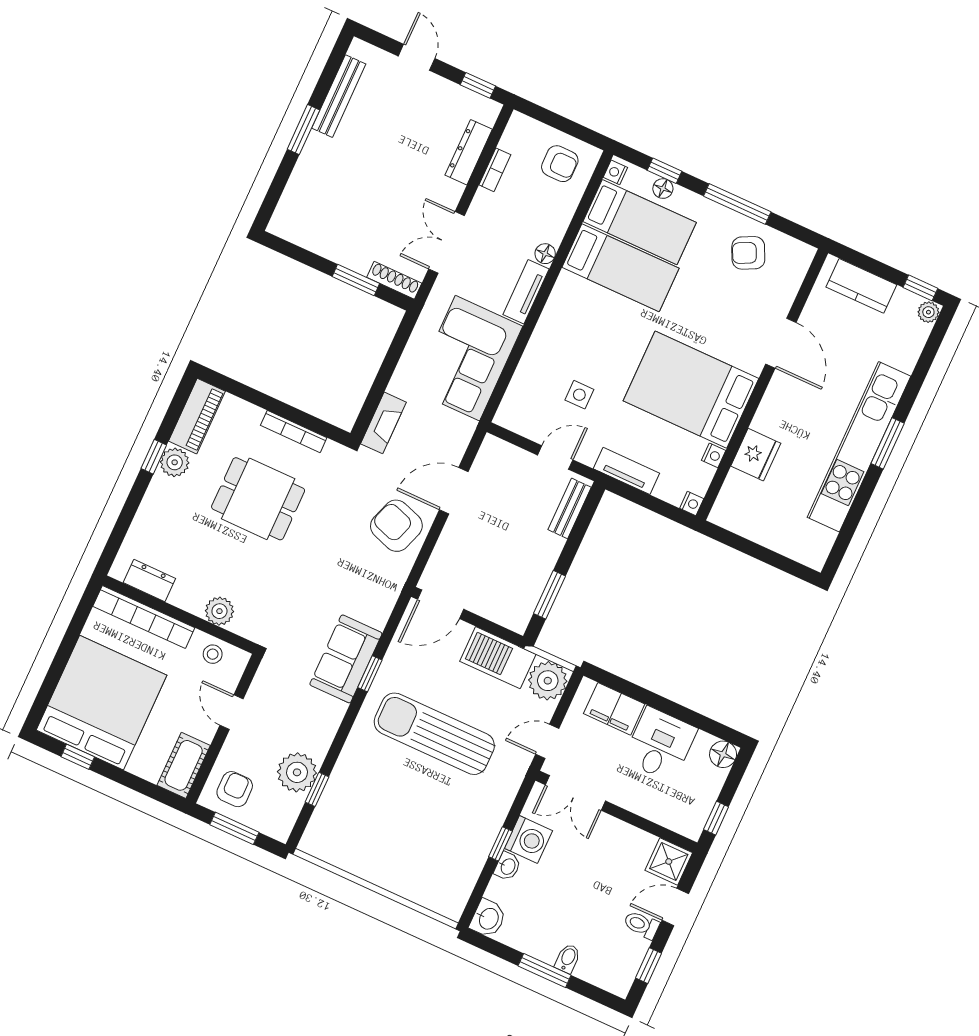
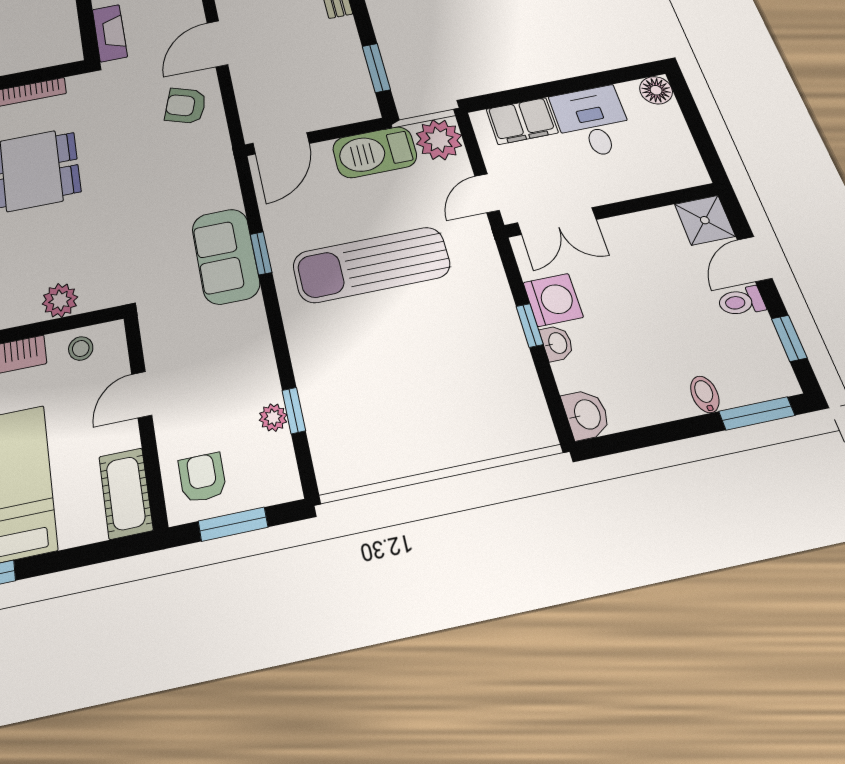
armchair: (396, 526) -> (186, 106), width x0.72, depth x0.72
door: (232, 712) -> (142, 395), hinge flipped
plant: (297, 772) -> (273, 418), width x0.53, depth x0.53
window: (716, 818) -> (707, 149), removed
window: (545, 970) -> (757, 413), moved

